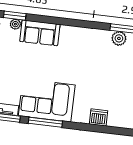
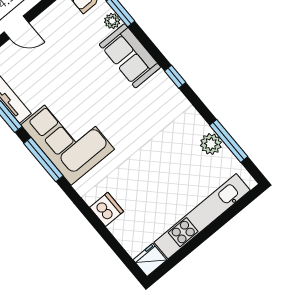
window: (71, 22) -> (175, 77), added

